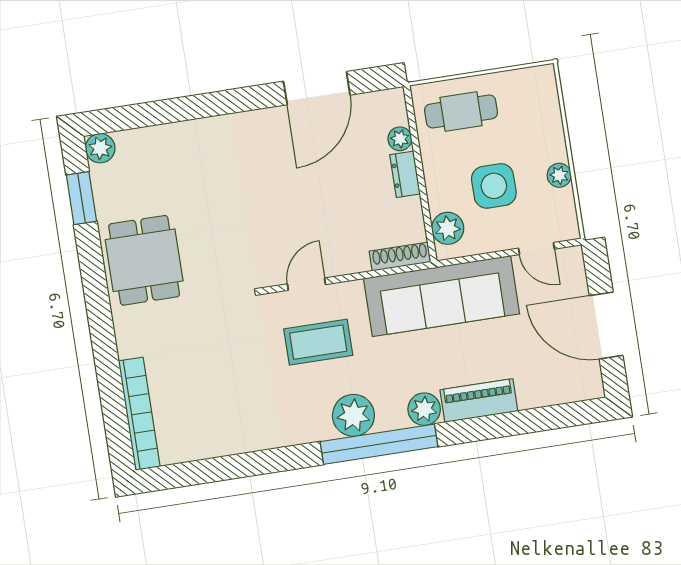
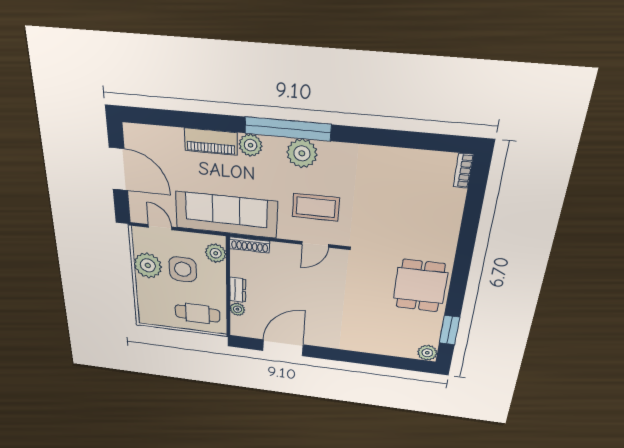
plant: (559, 175) -> (148, 265), width x1.88, depth x1.88
bookcase: (139, 414) -> (463, 171), width x0.43, depth x0.76

